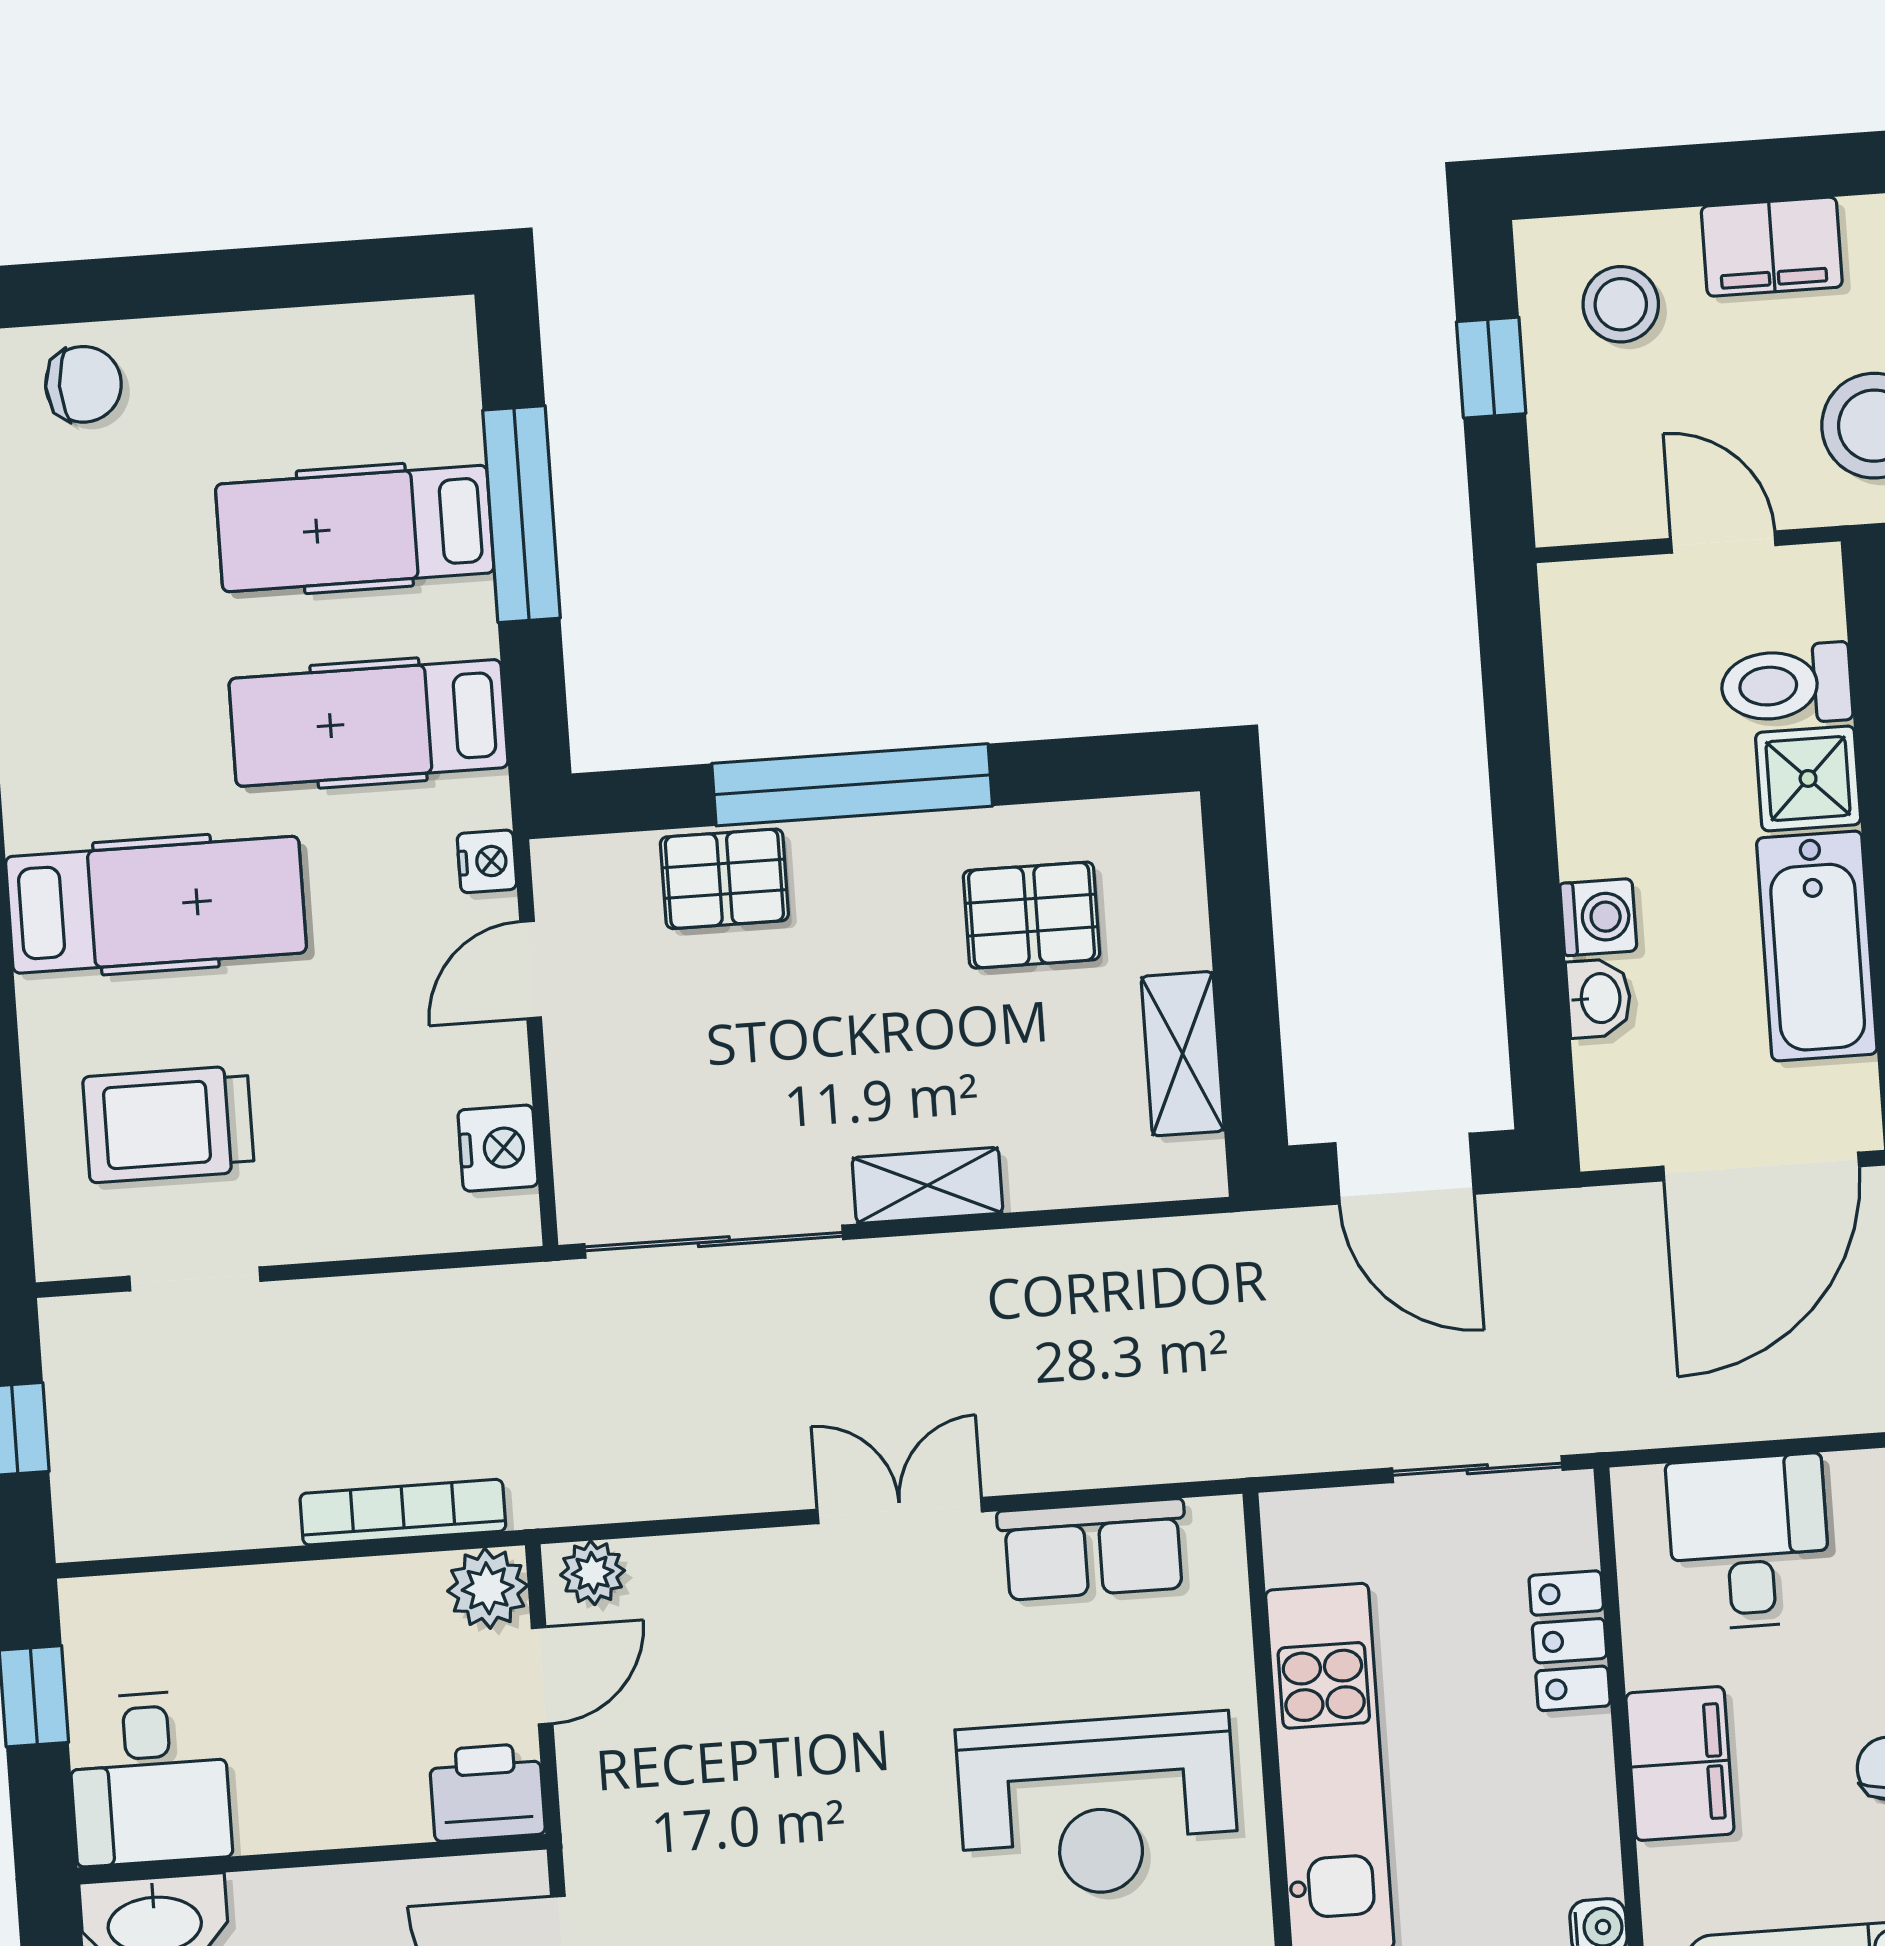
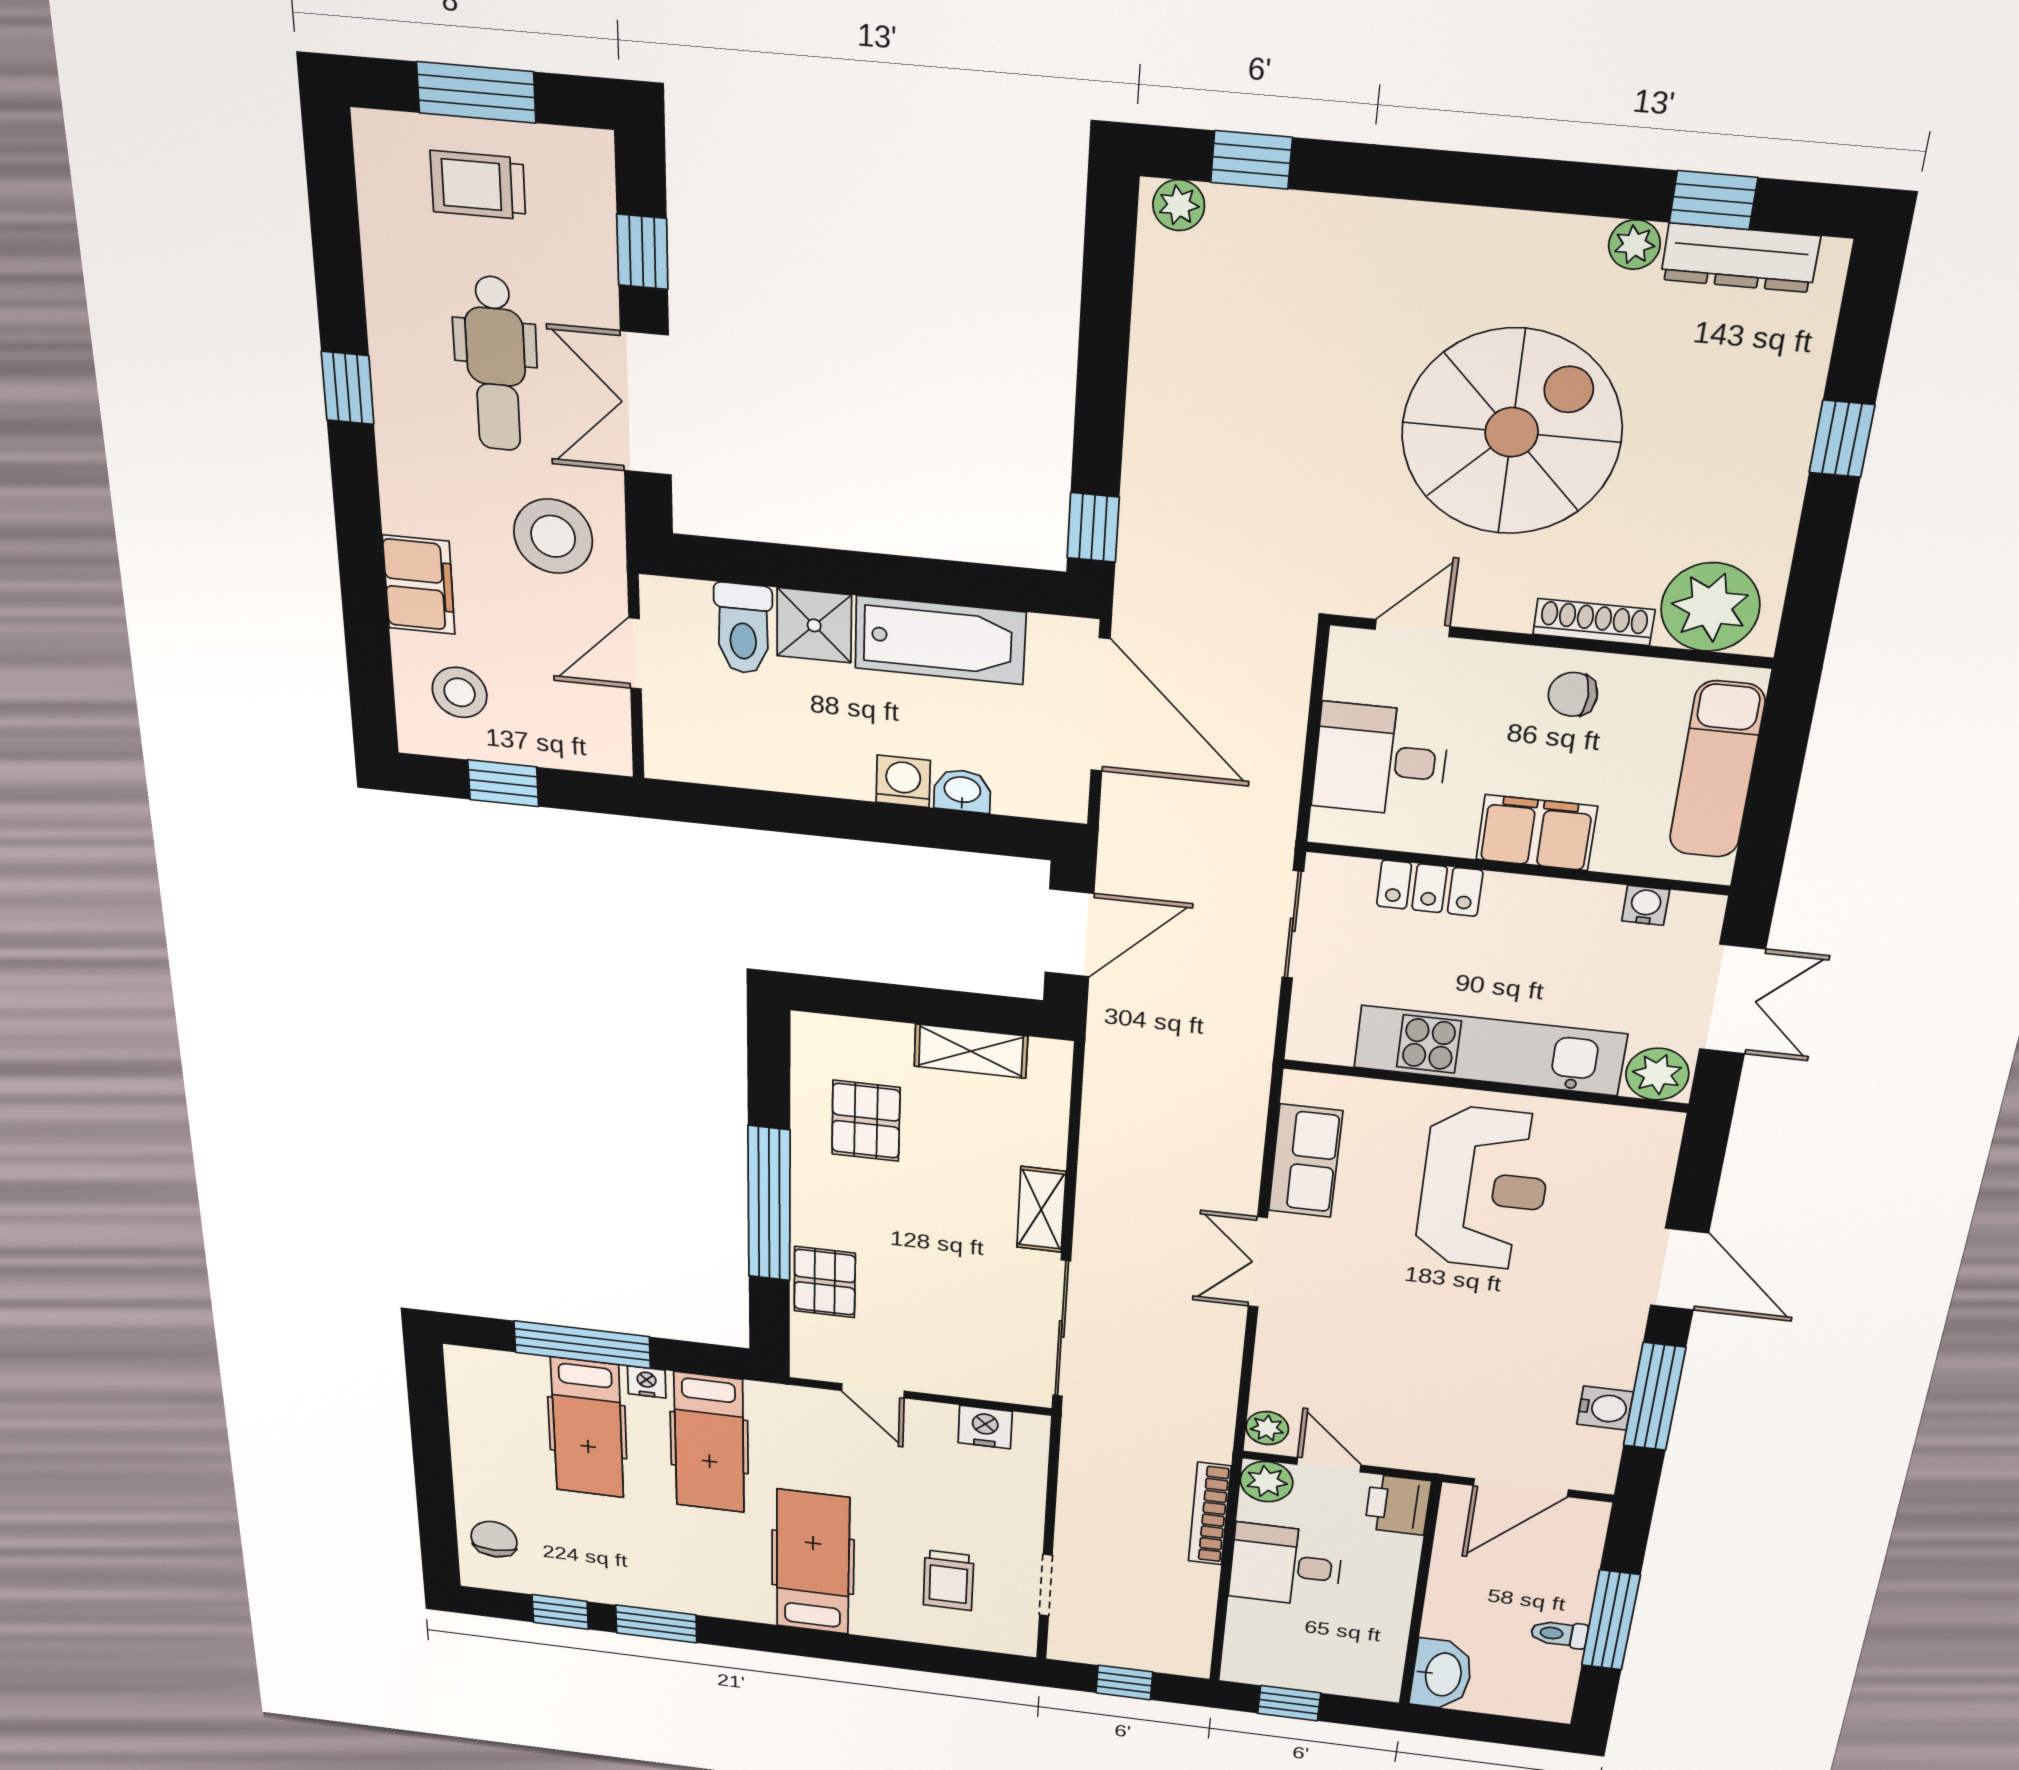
nightstand: (487, 861) -> (647, 1382), moved
trolley: (168, 1124) -> (948, 1580), width x0.73, depth x0.72
desk: (149, 1778) -> (1286, 1565), moved, turned 180

